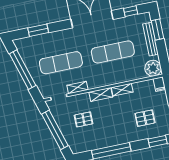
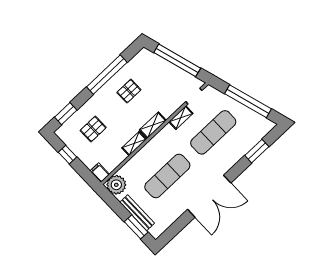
window: (131, 11) -> (175, 229), removed
pallet: (83, 119) -> (129, 91), moved

